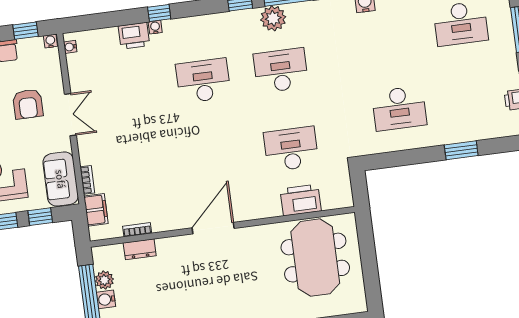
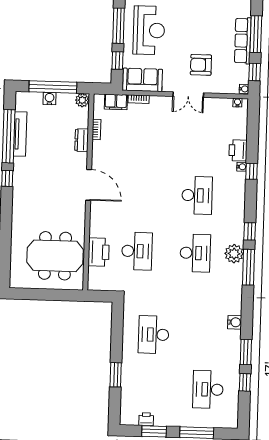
dresser: (140, 249) -> (82, 140), moved
plant: (104, 280) -> (82, 100), moved

